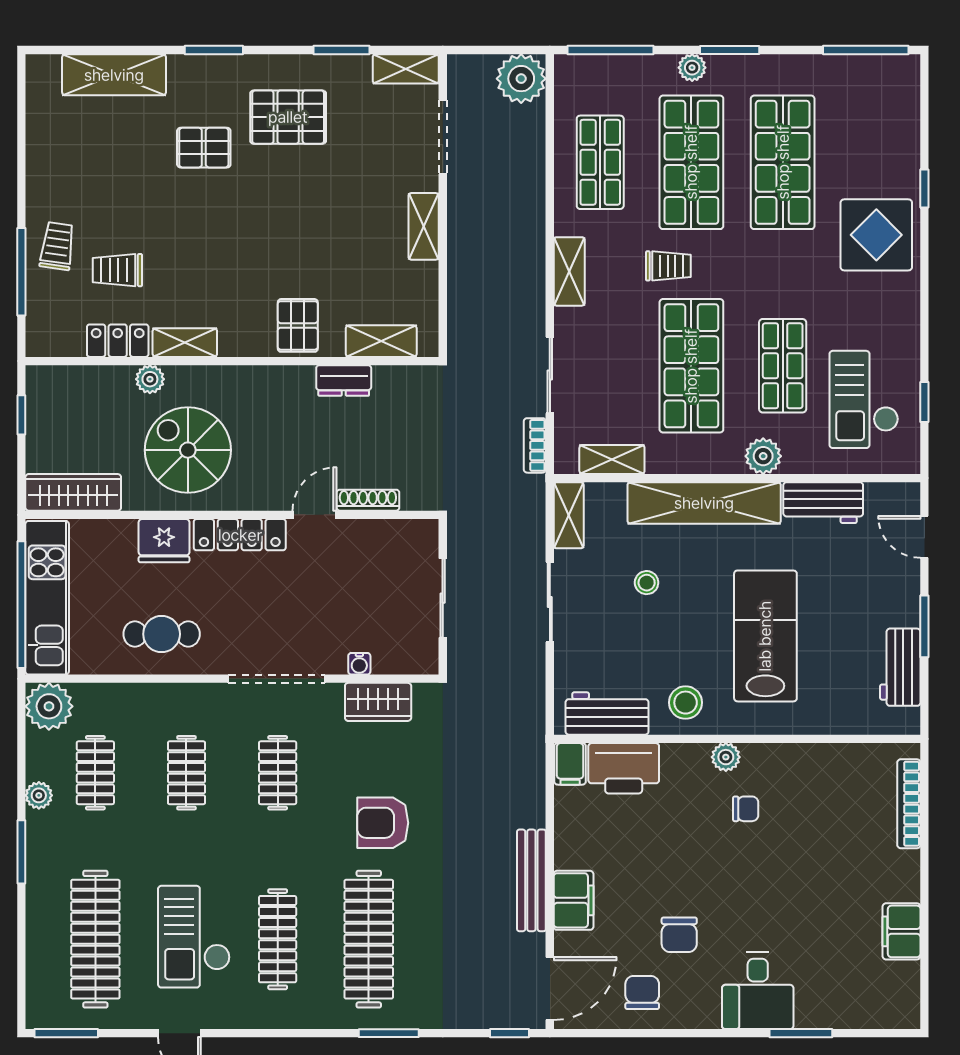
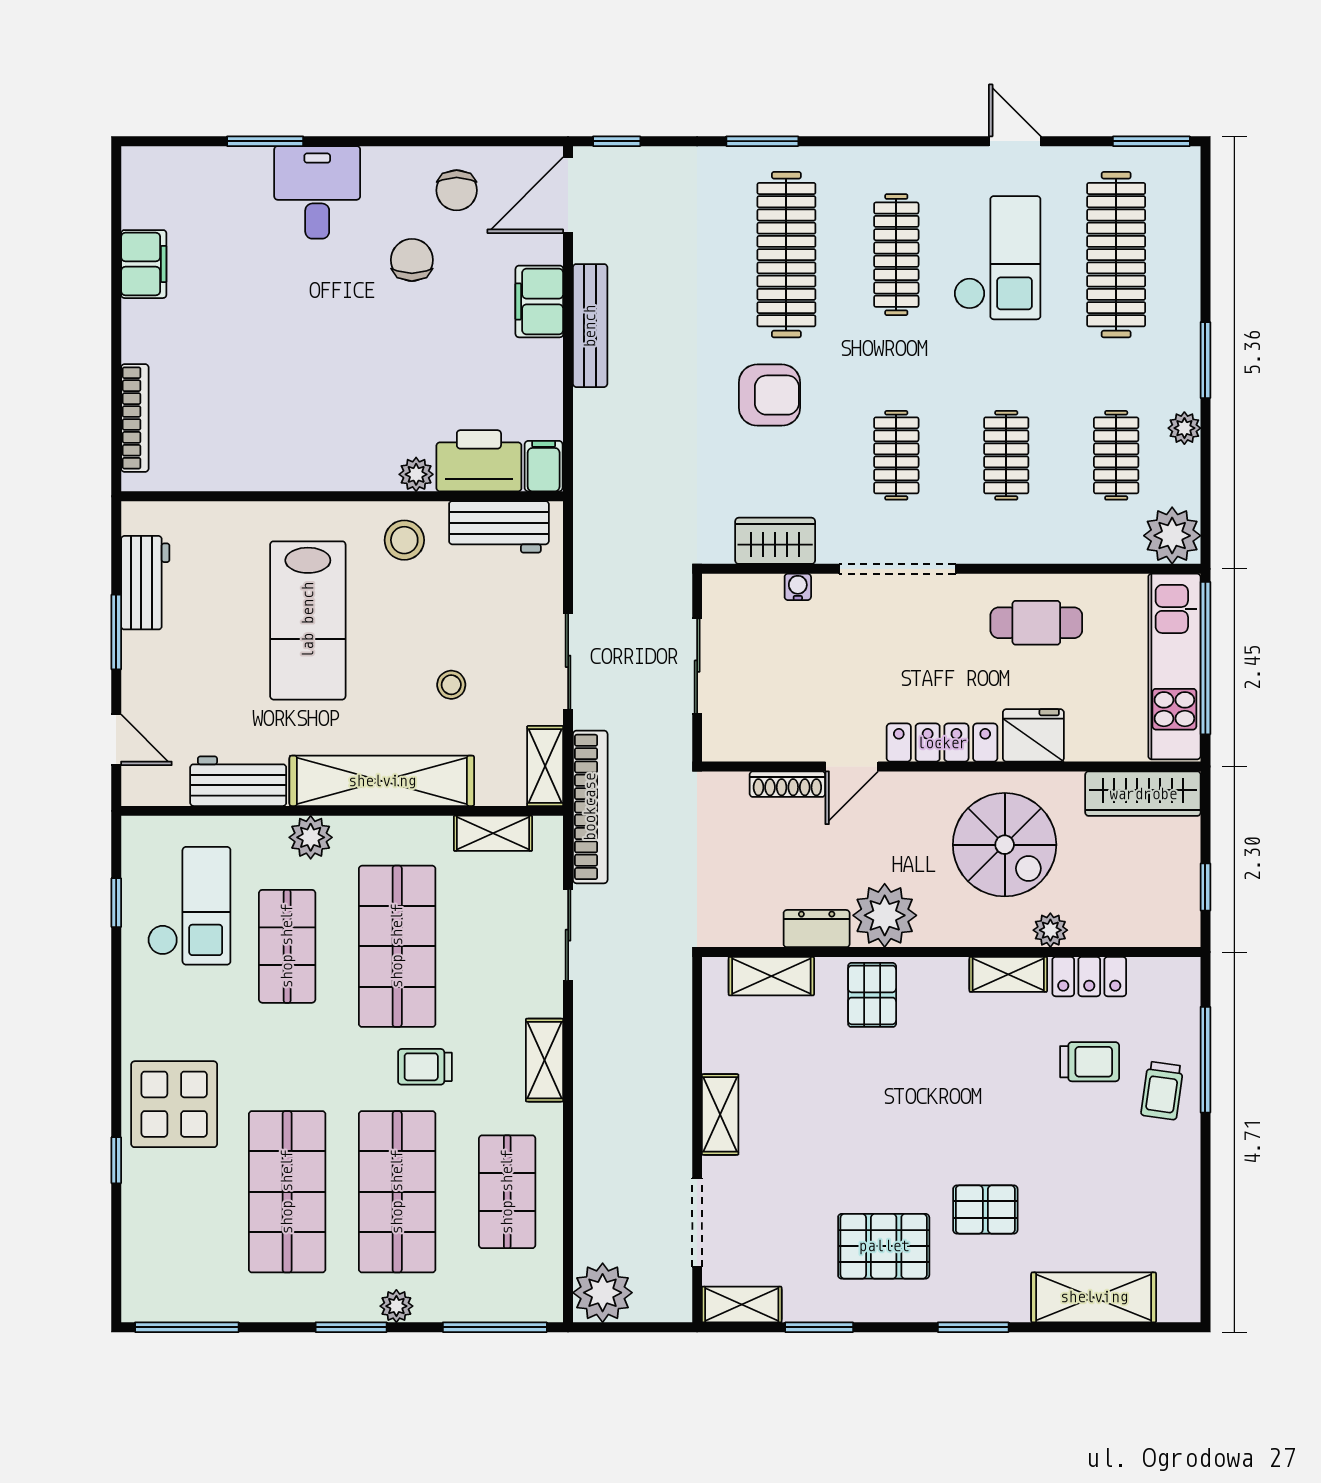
plant: (287, 391) -> (885, 915), added
bookcase: (535, 445) -> (590, 807), width x2.31, depth x1.31
plant: (726, 757) -> (416, 474), moved
chair: (746, 809) -> (332, 412), removed

